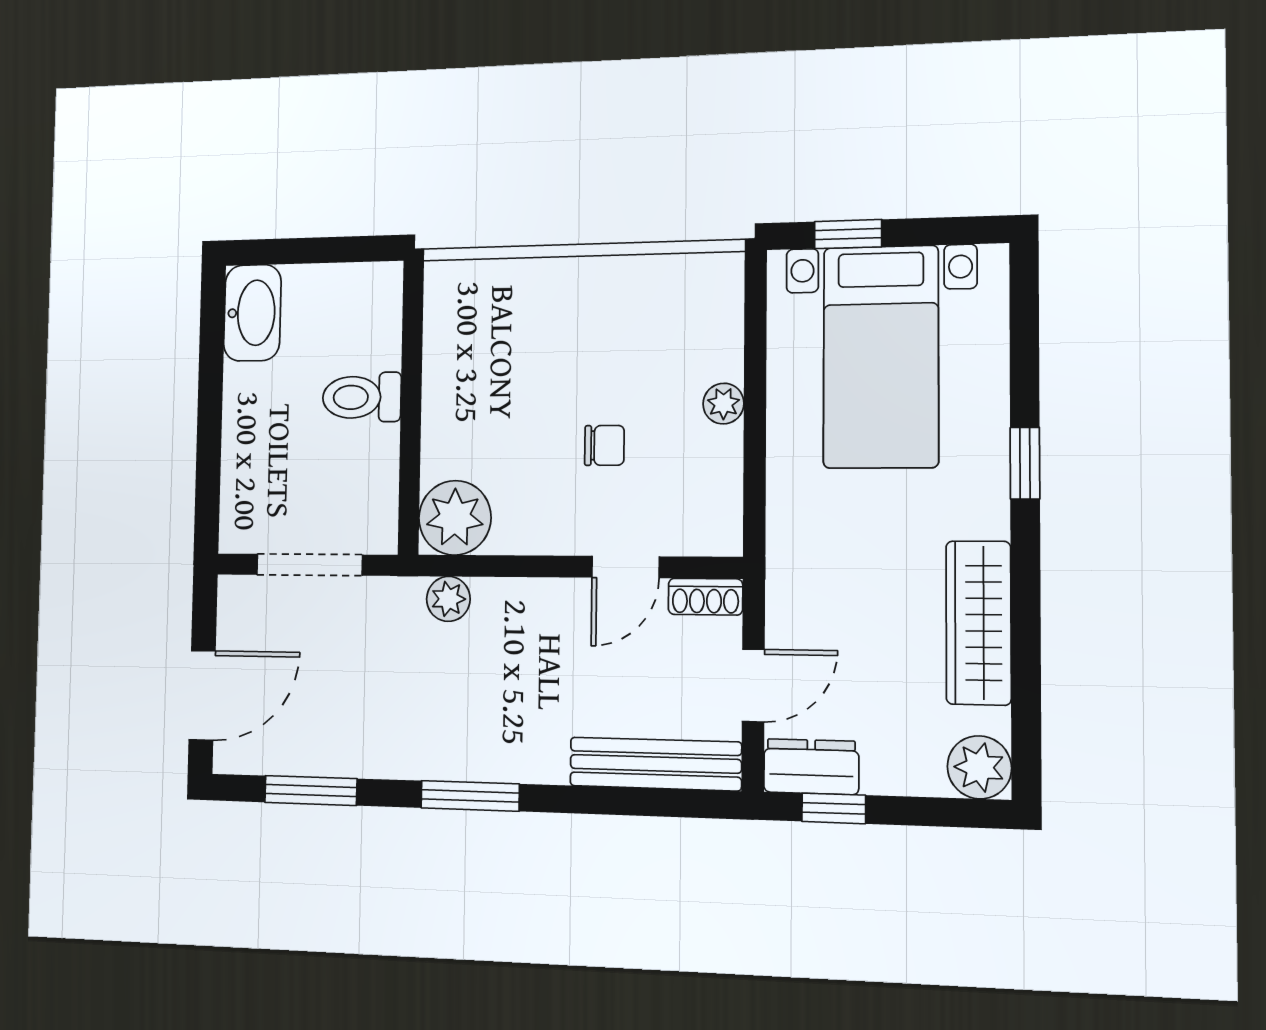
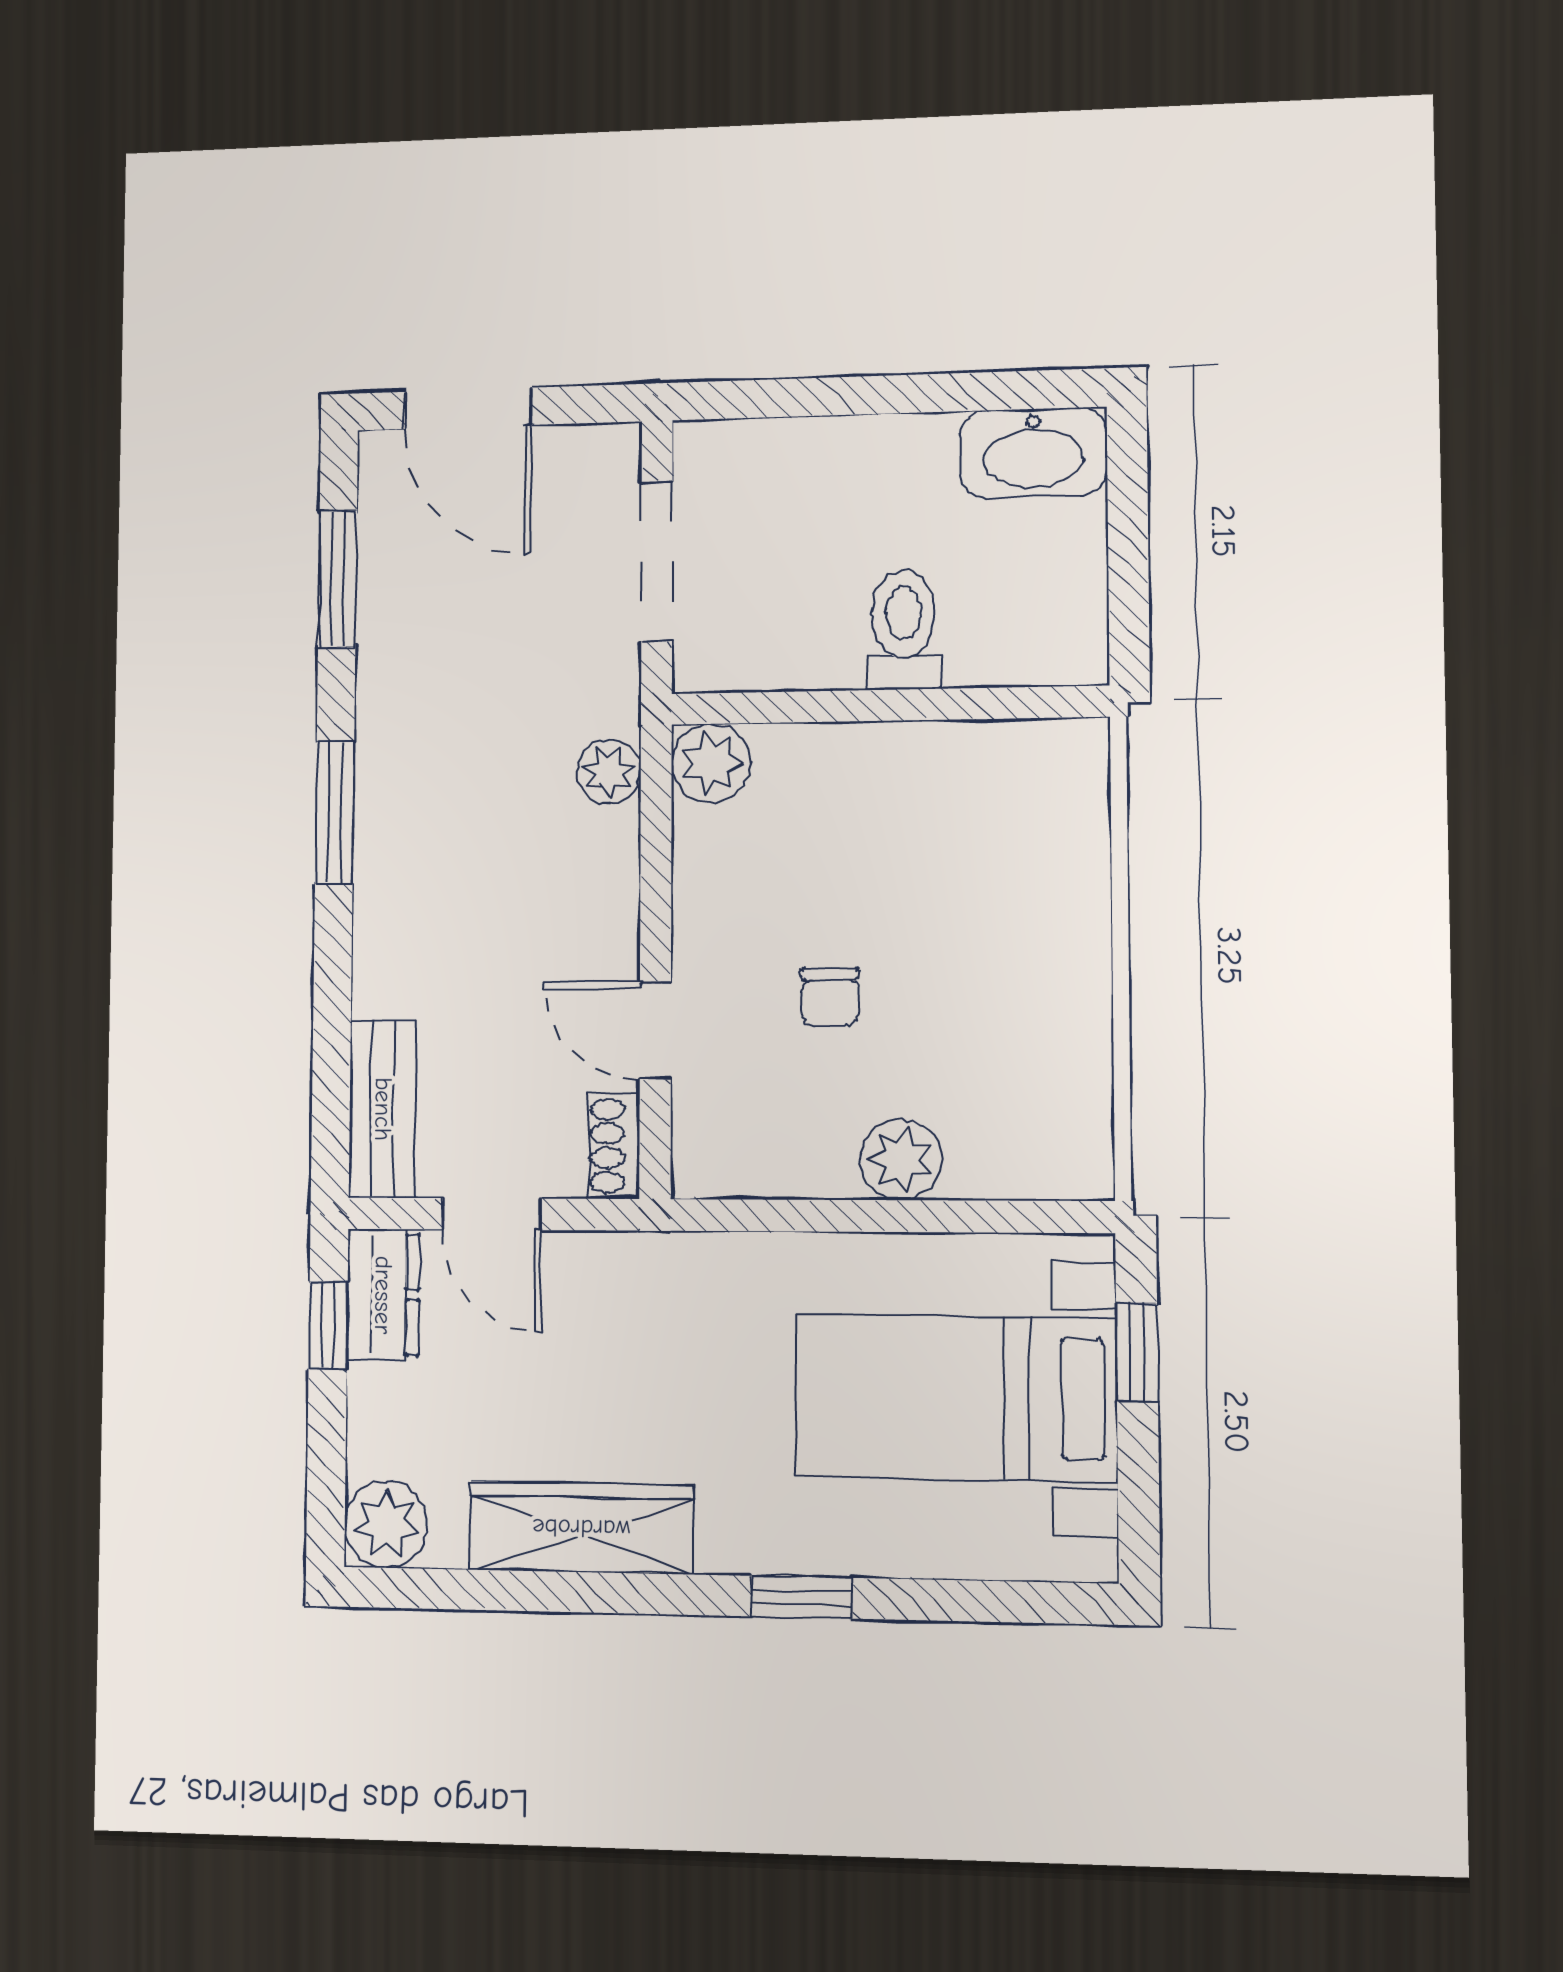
plant: (723, 404) -> (901, 1159), width x1.38, depth x1.38
plant: (455, 518) -> (711, 763), width x0.73, depth x0.73
bench: (655, 764) -> (383, 1109), width x0.73

